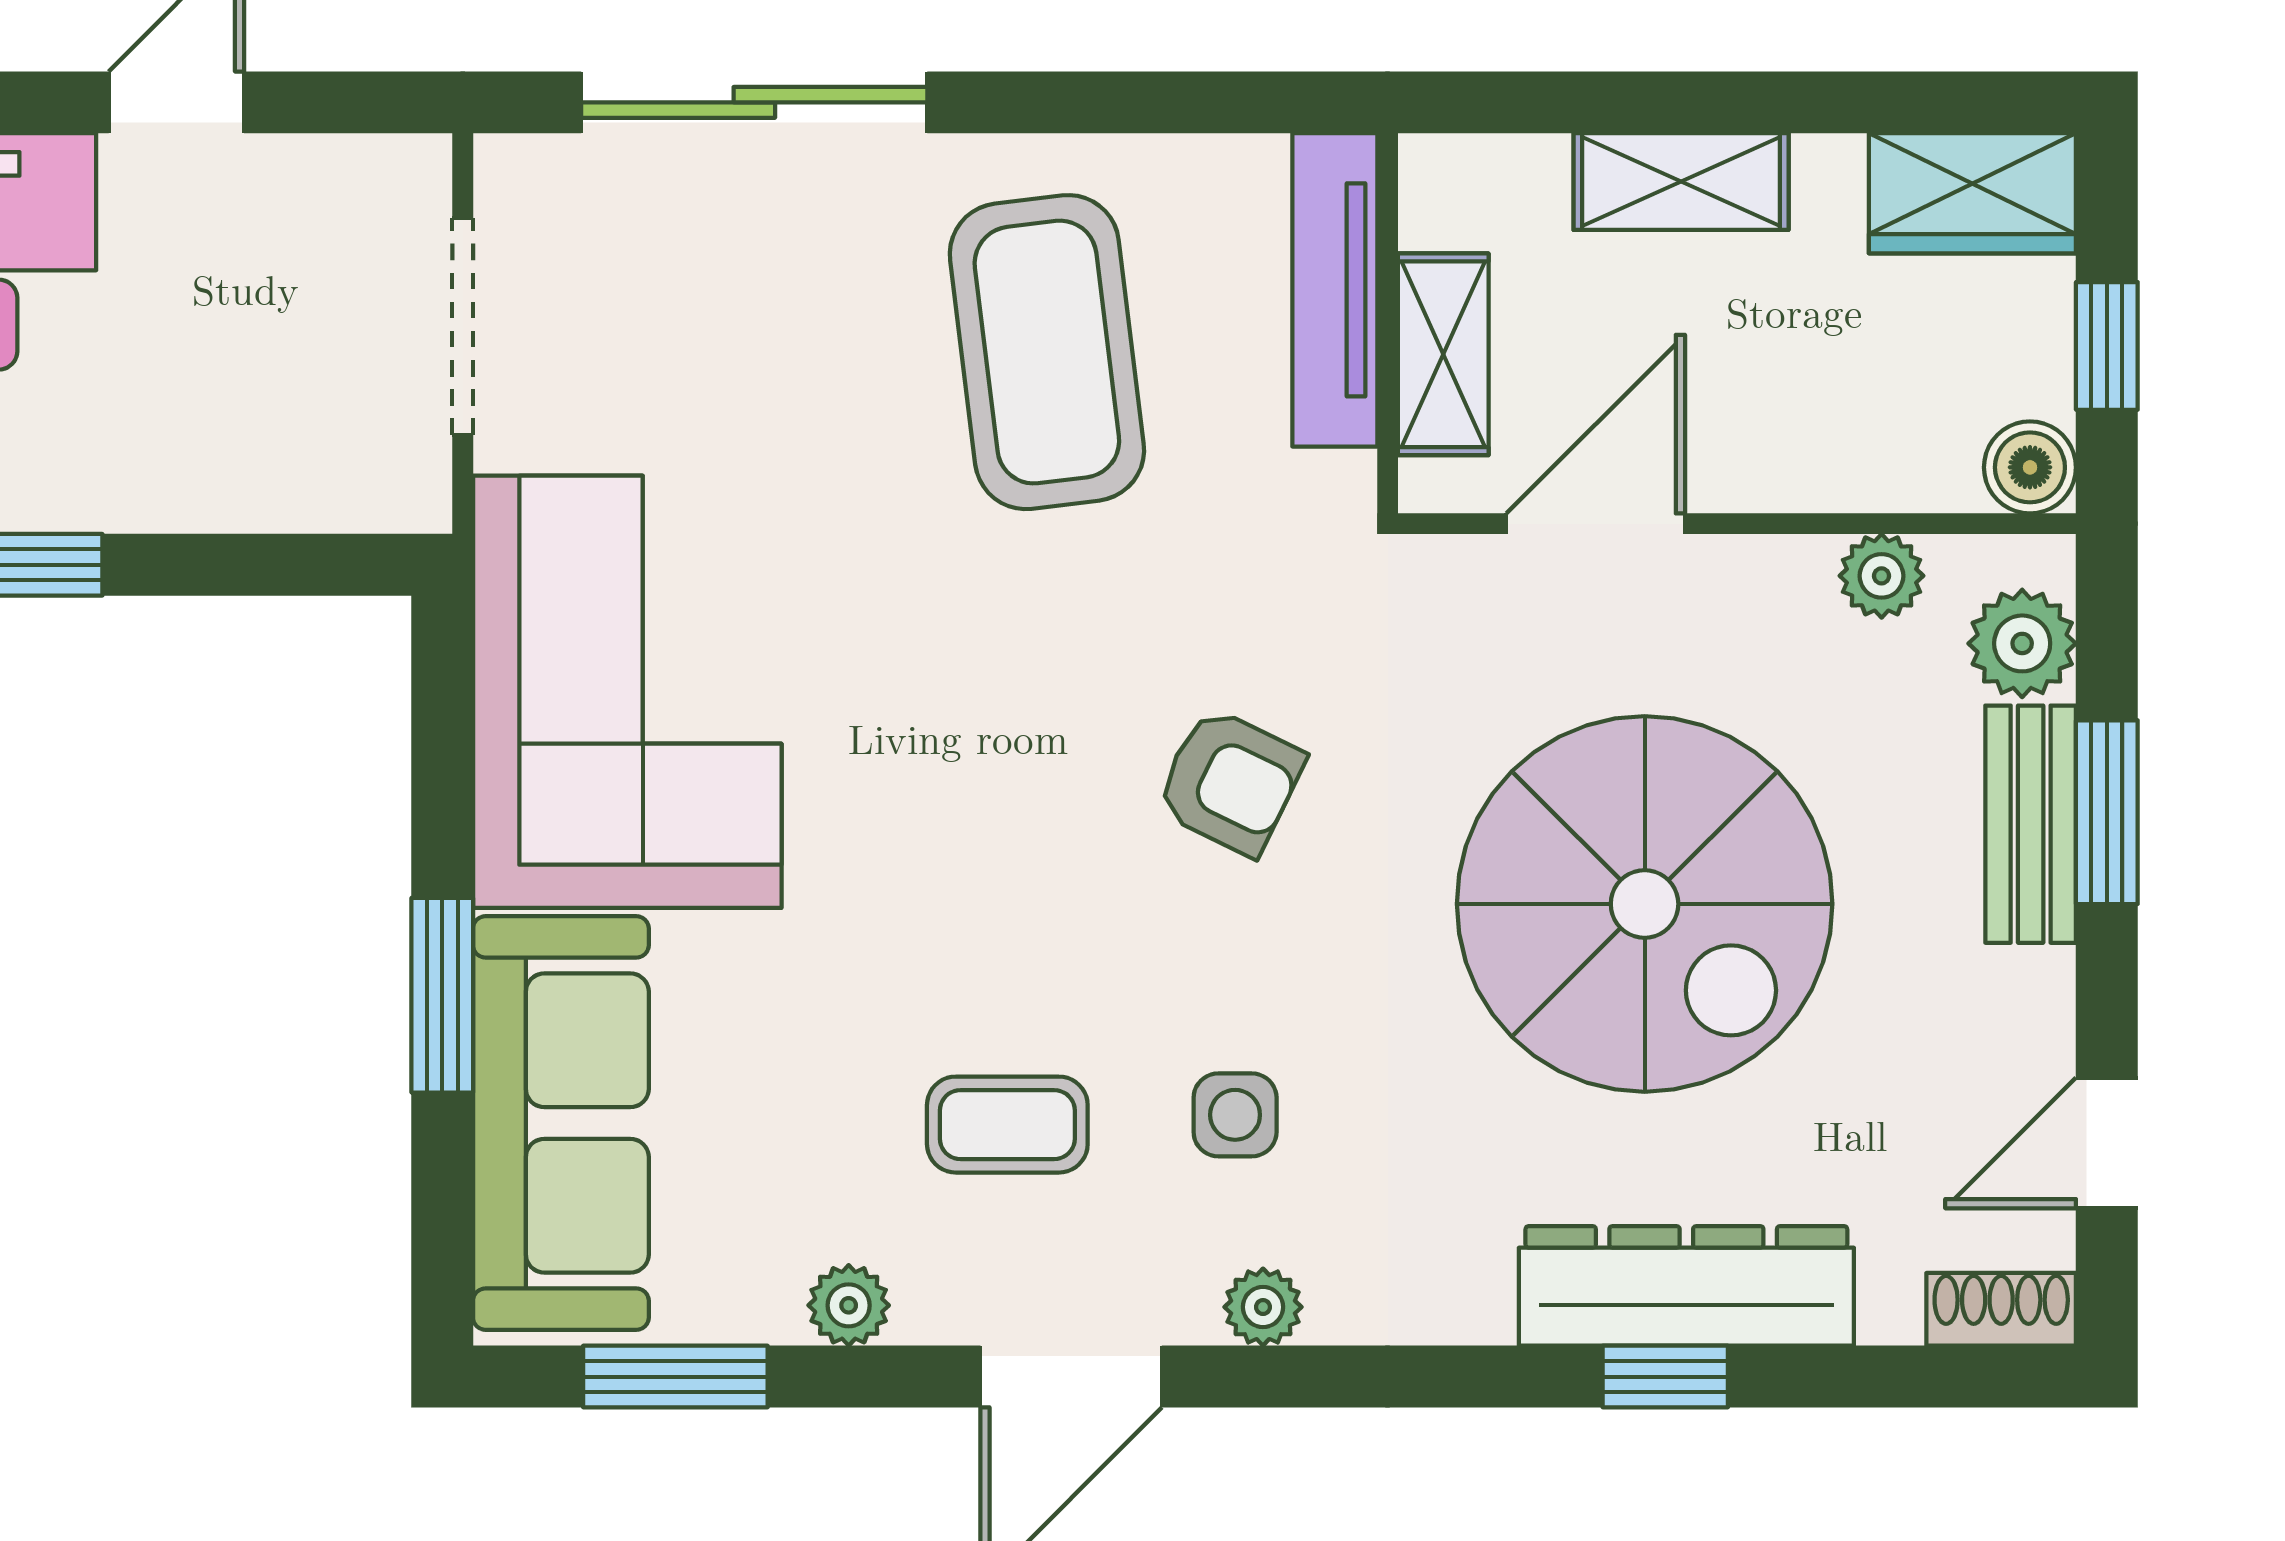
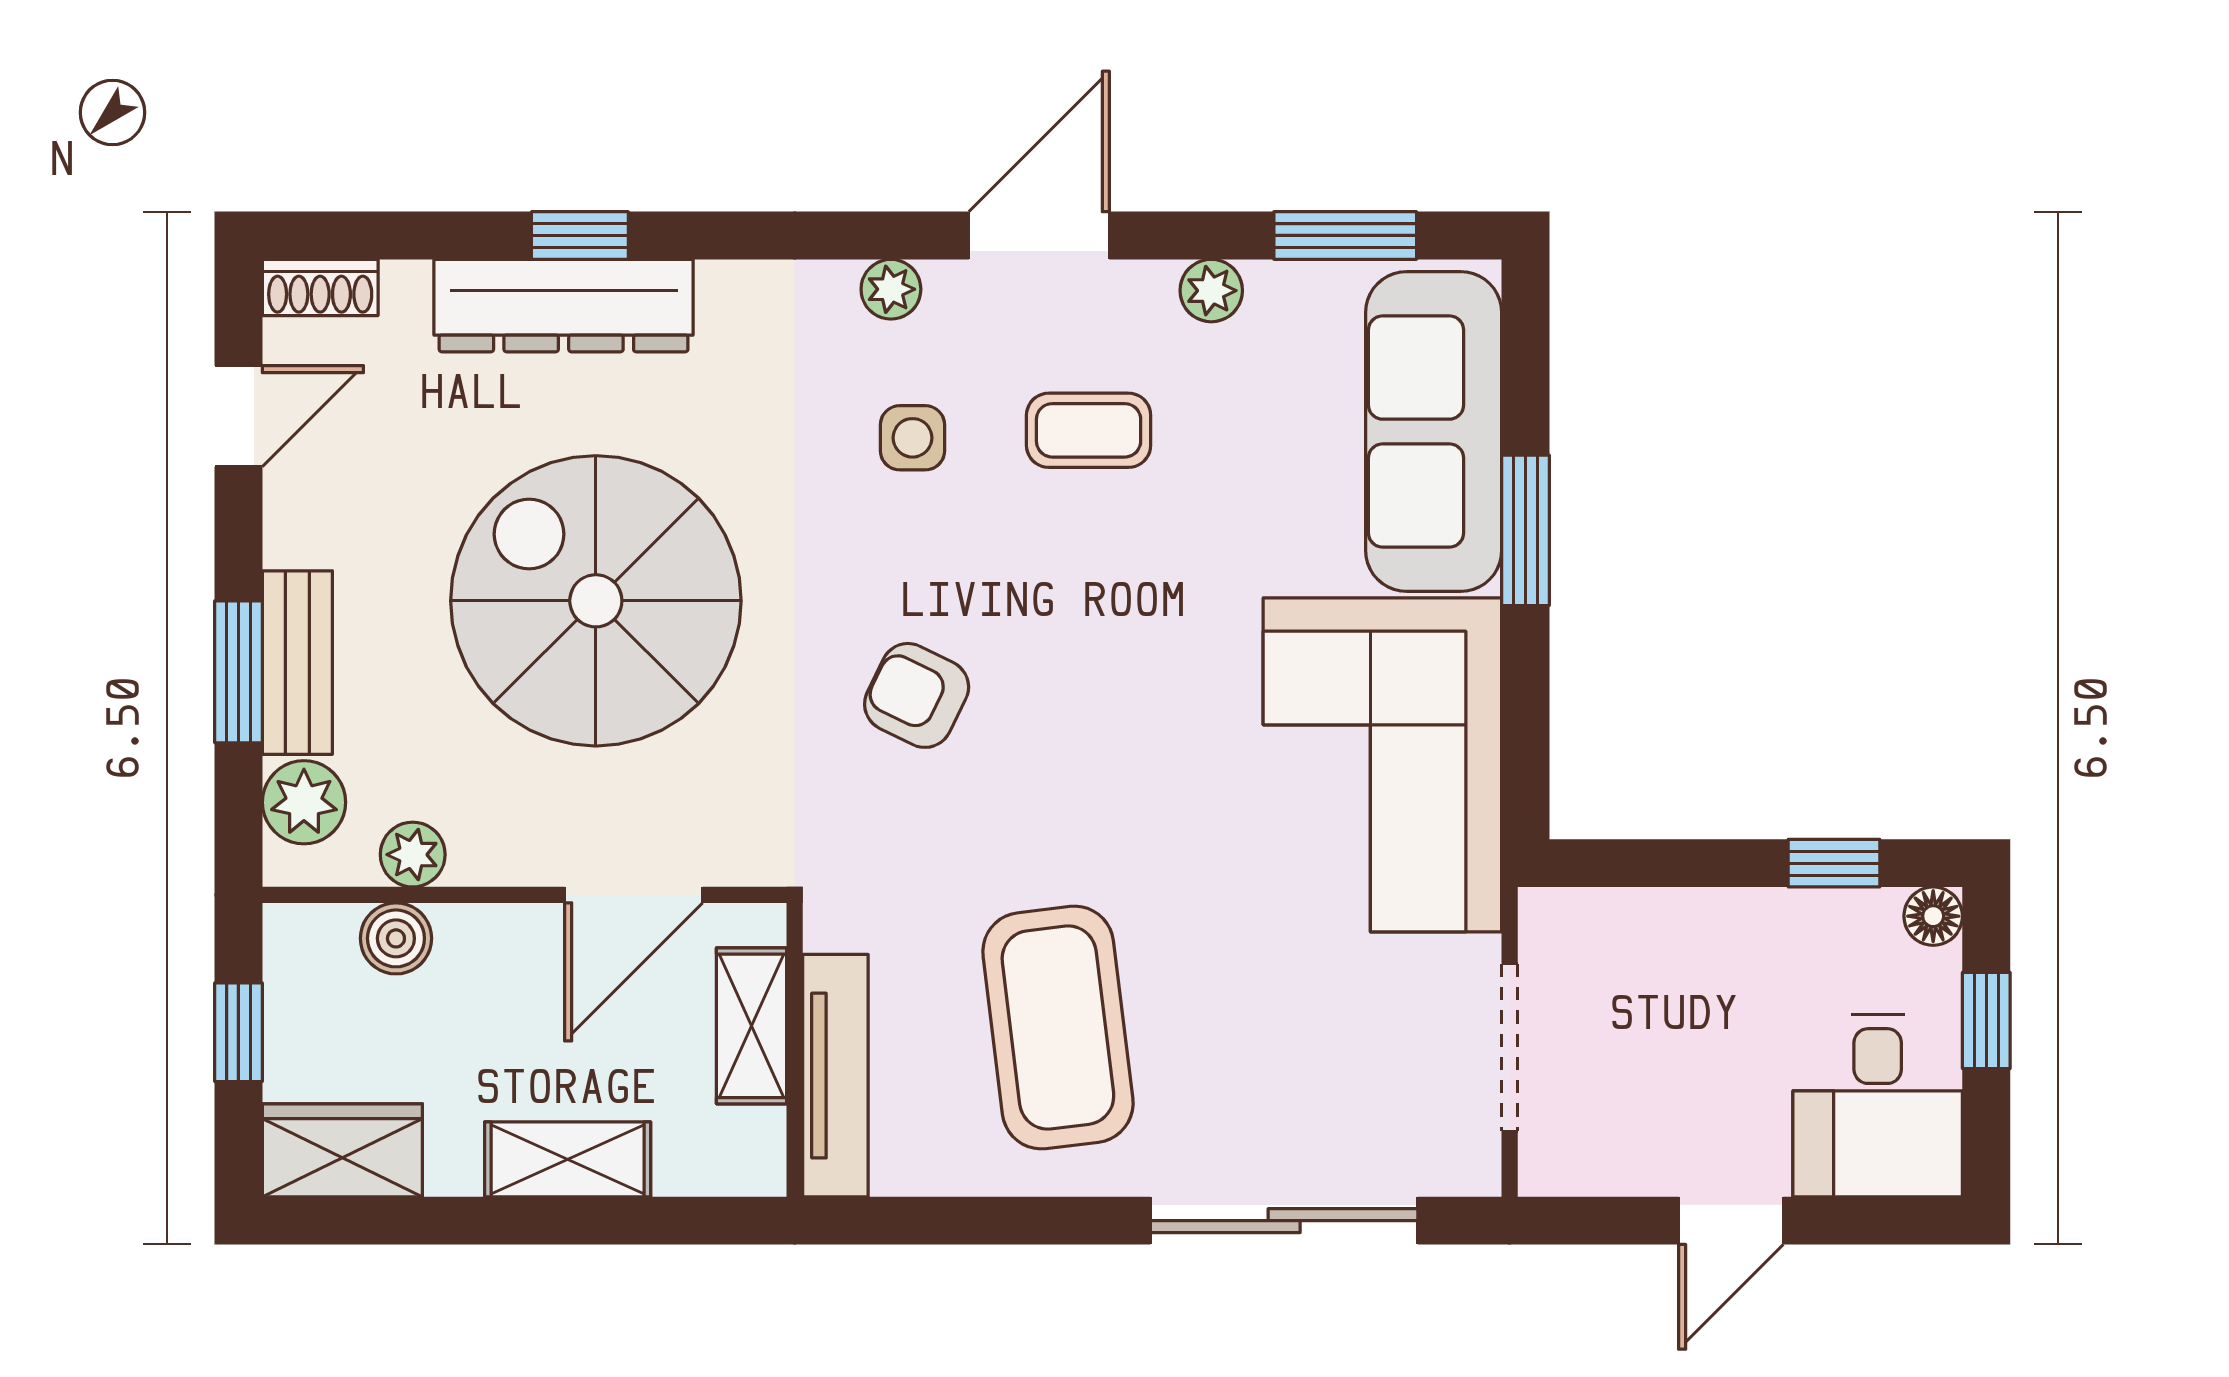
boiler: (2030, 467) -> (396, 938), moved

